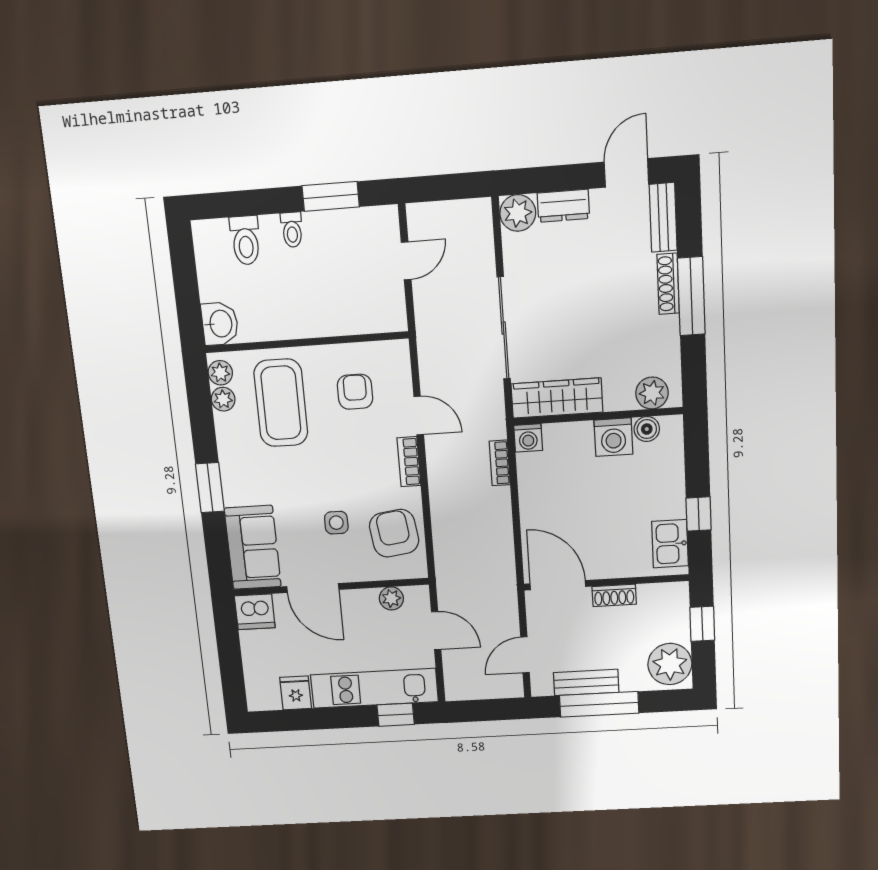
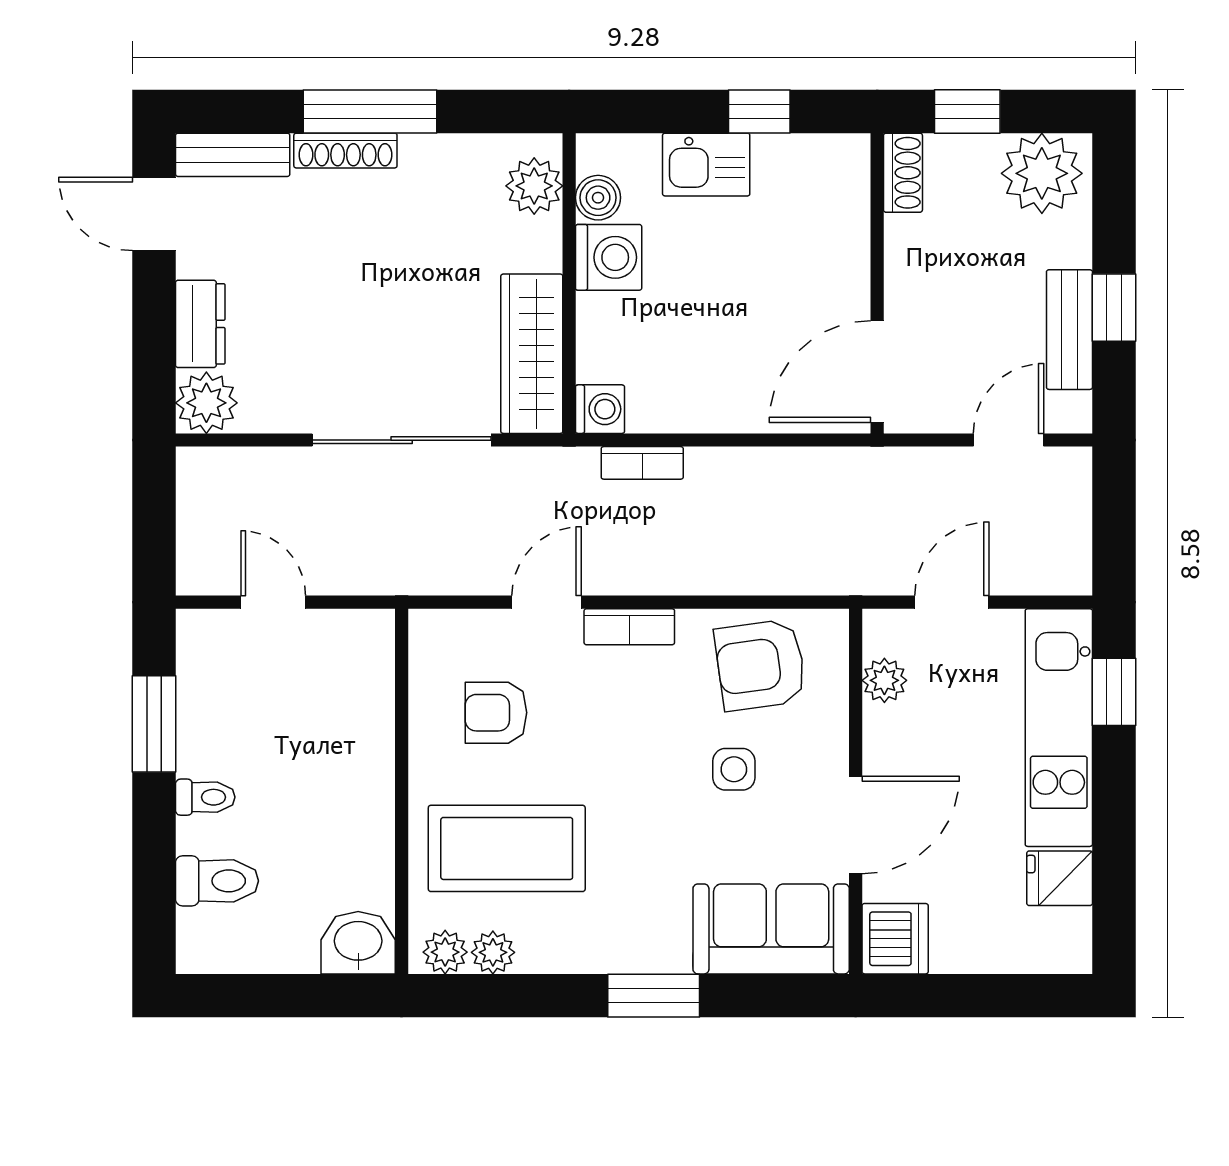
kitchen sink: (670, 544) -> (706, 165), moved
shoe rack: (614, 595) -> (903, 173), moved
door: (525, 655) -> (1008, 440), swing flipped
window: (599, 704) -> (1114, 308), width x0.46

